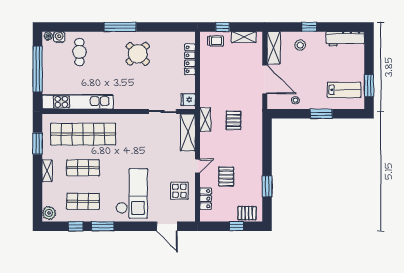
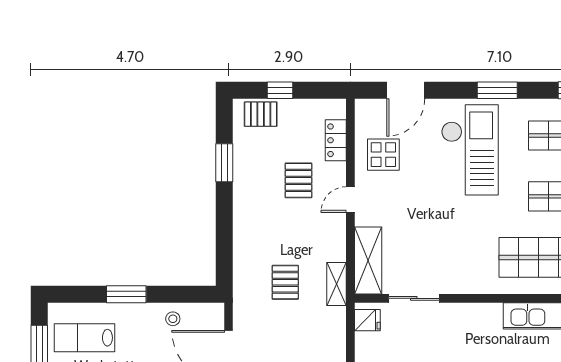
checkout: (132, 193) -> (470, 150), turned 180
window: (103, 226) -> (497, 90), moved
door: (167, 226) -> (406, 90), swing flipped

